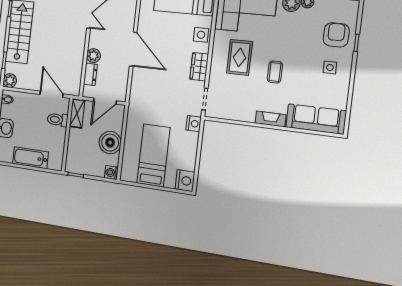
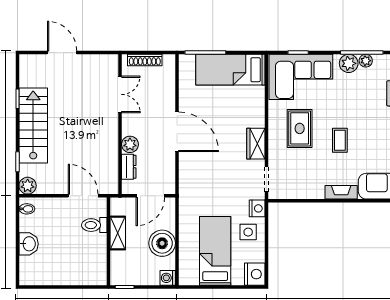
side table: (201, 35) -> (248, 232), moved
shelving: (77, 113) -> (118, 233), moved
bathtub: (30, 158) -> (65, 275), removed

